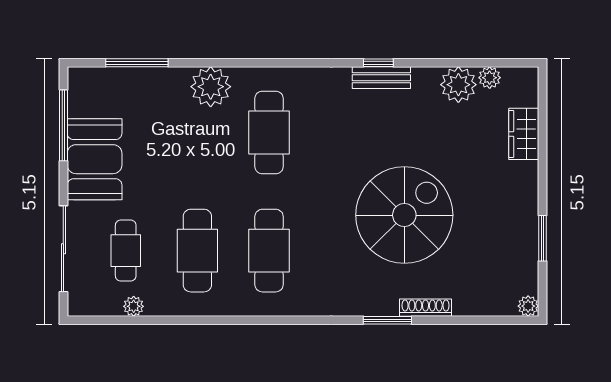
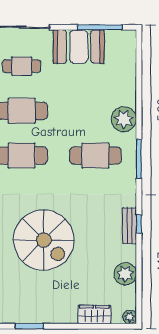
window: (137, 63) -> (139, 159), moved
plant: (490, 78) -> (130, 317), moved

